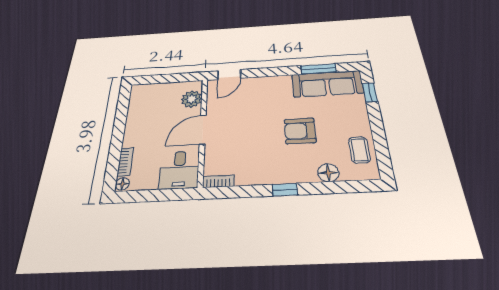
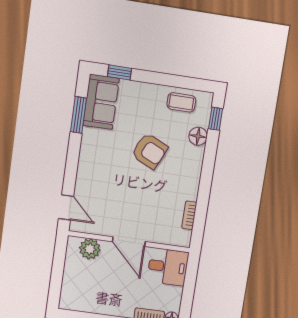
sofa: (327, 84) -> (101, 102), width x0.73
armchair: (300, 131) -> (150, 151), turned -65
bookcase: (218, 181) -> (189, 215), moved
window: (285, 190) -> (216, 119), moved

